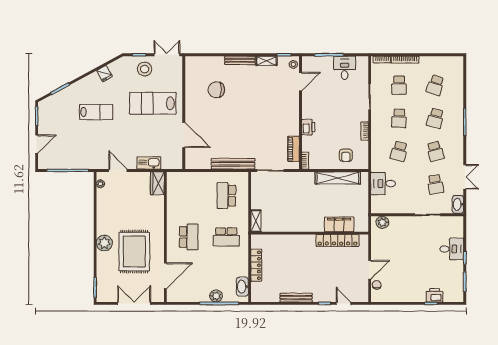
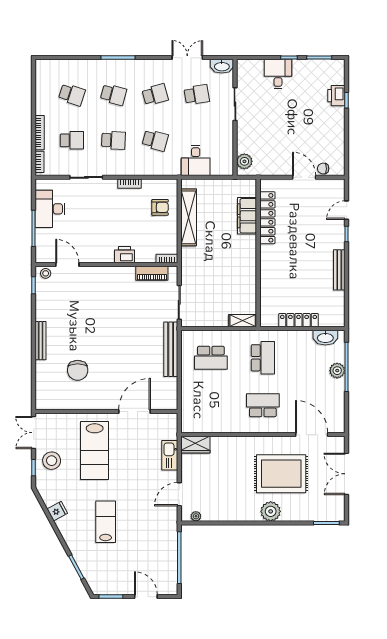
shelving: (266, 61) -> (41, 307), removed
desk: (345, 68) -> (50, 209), width x1.37

